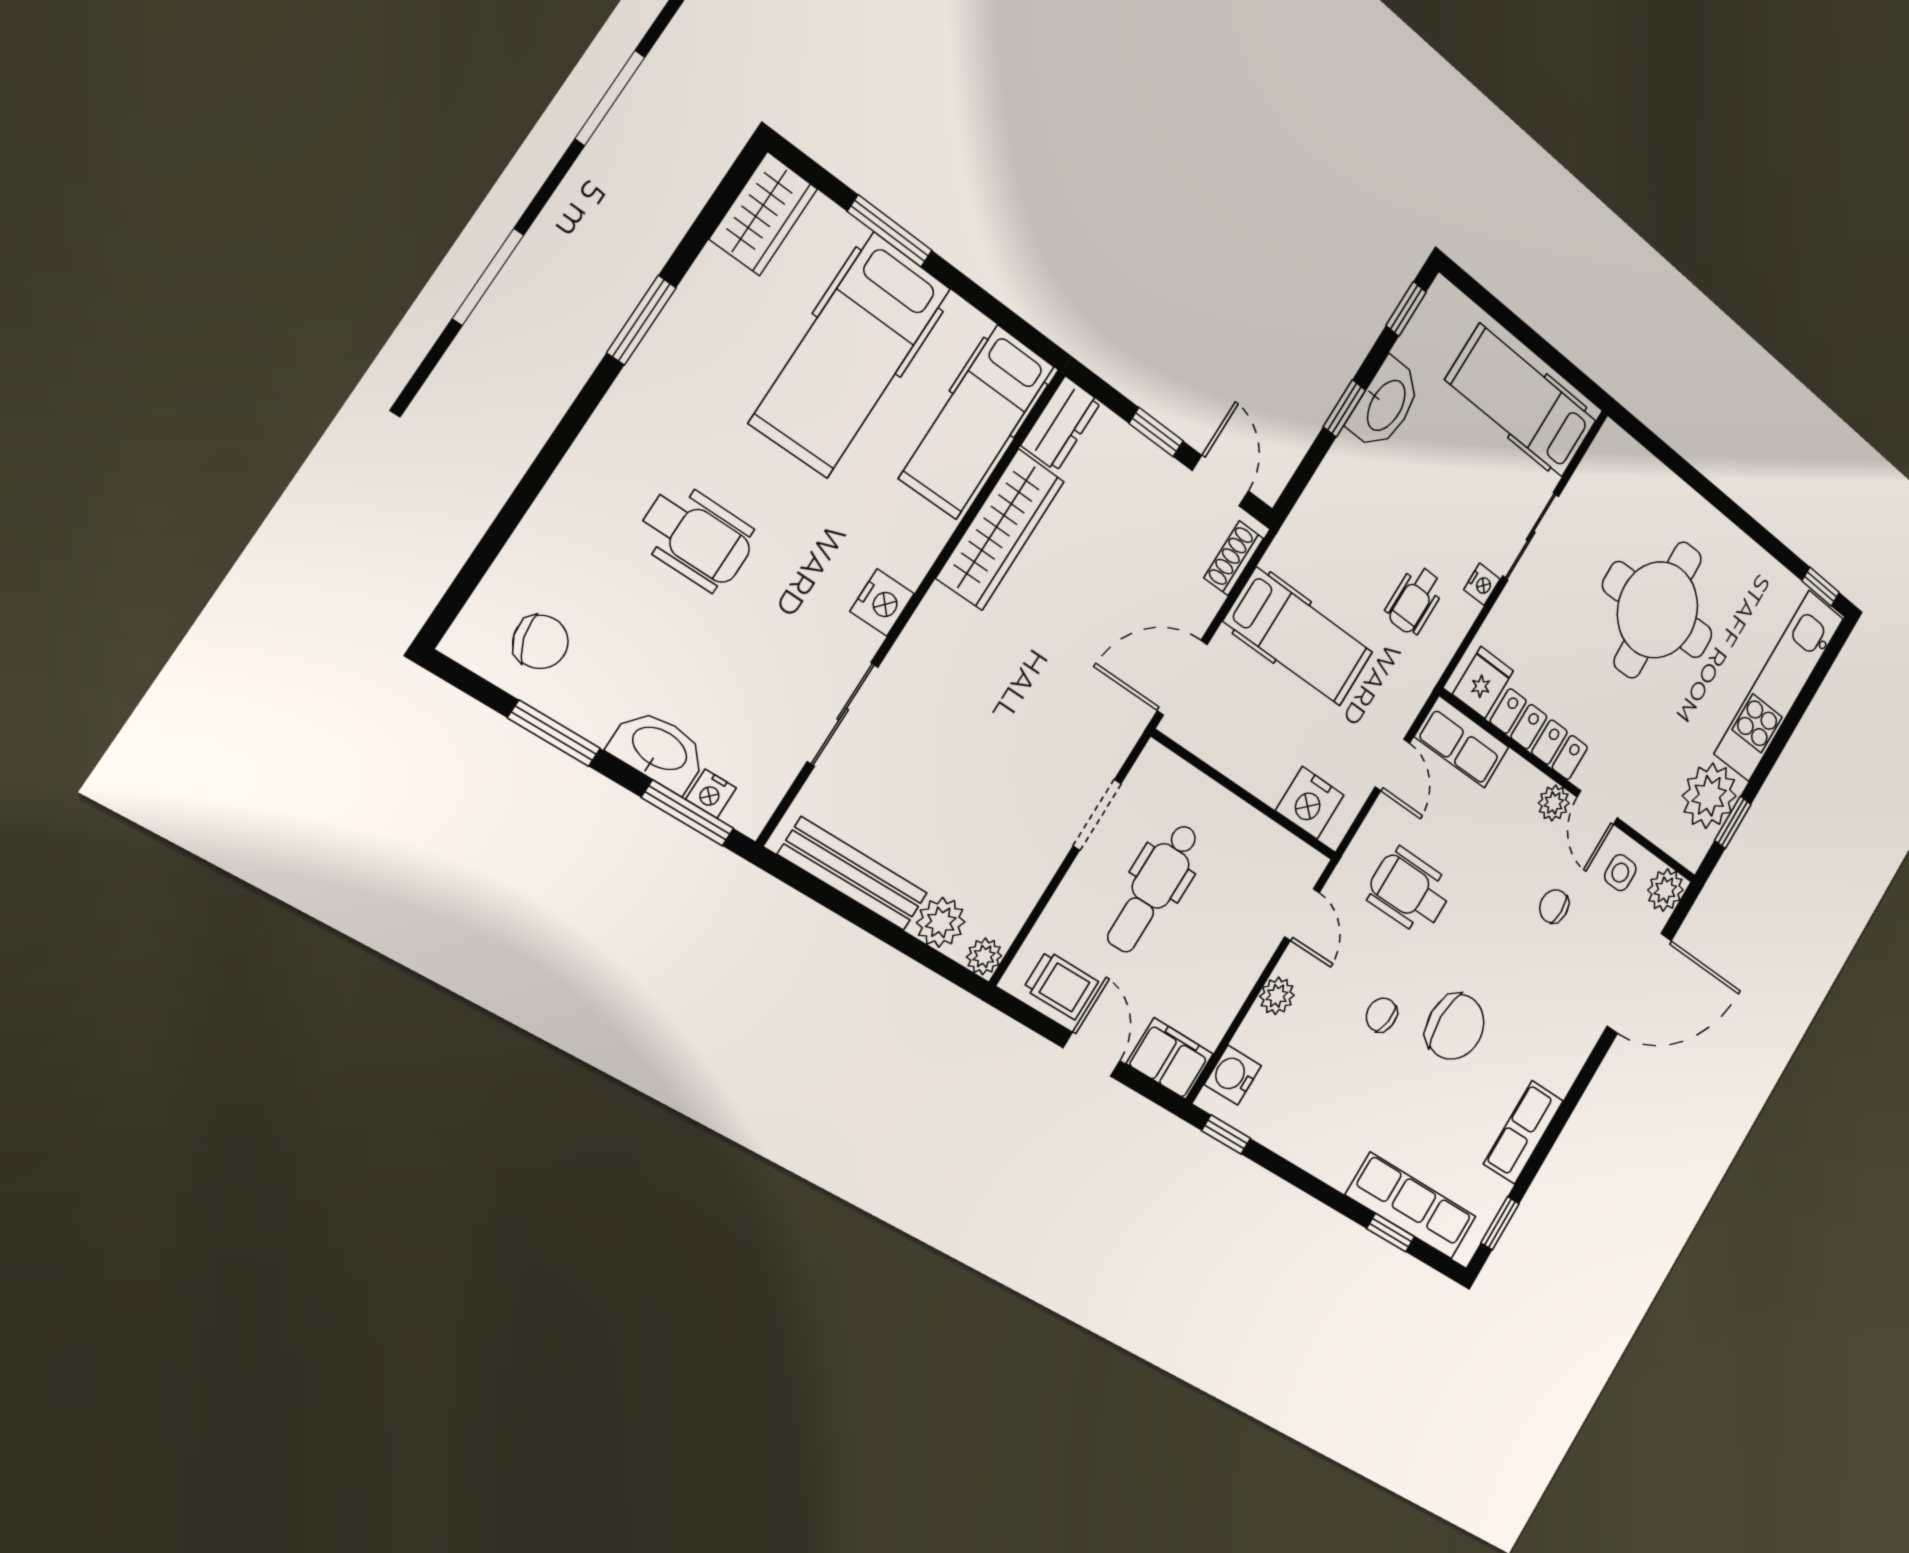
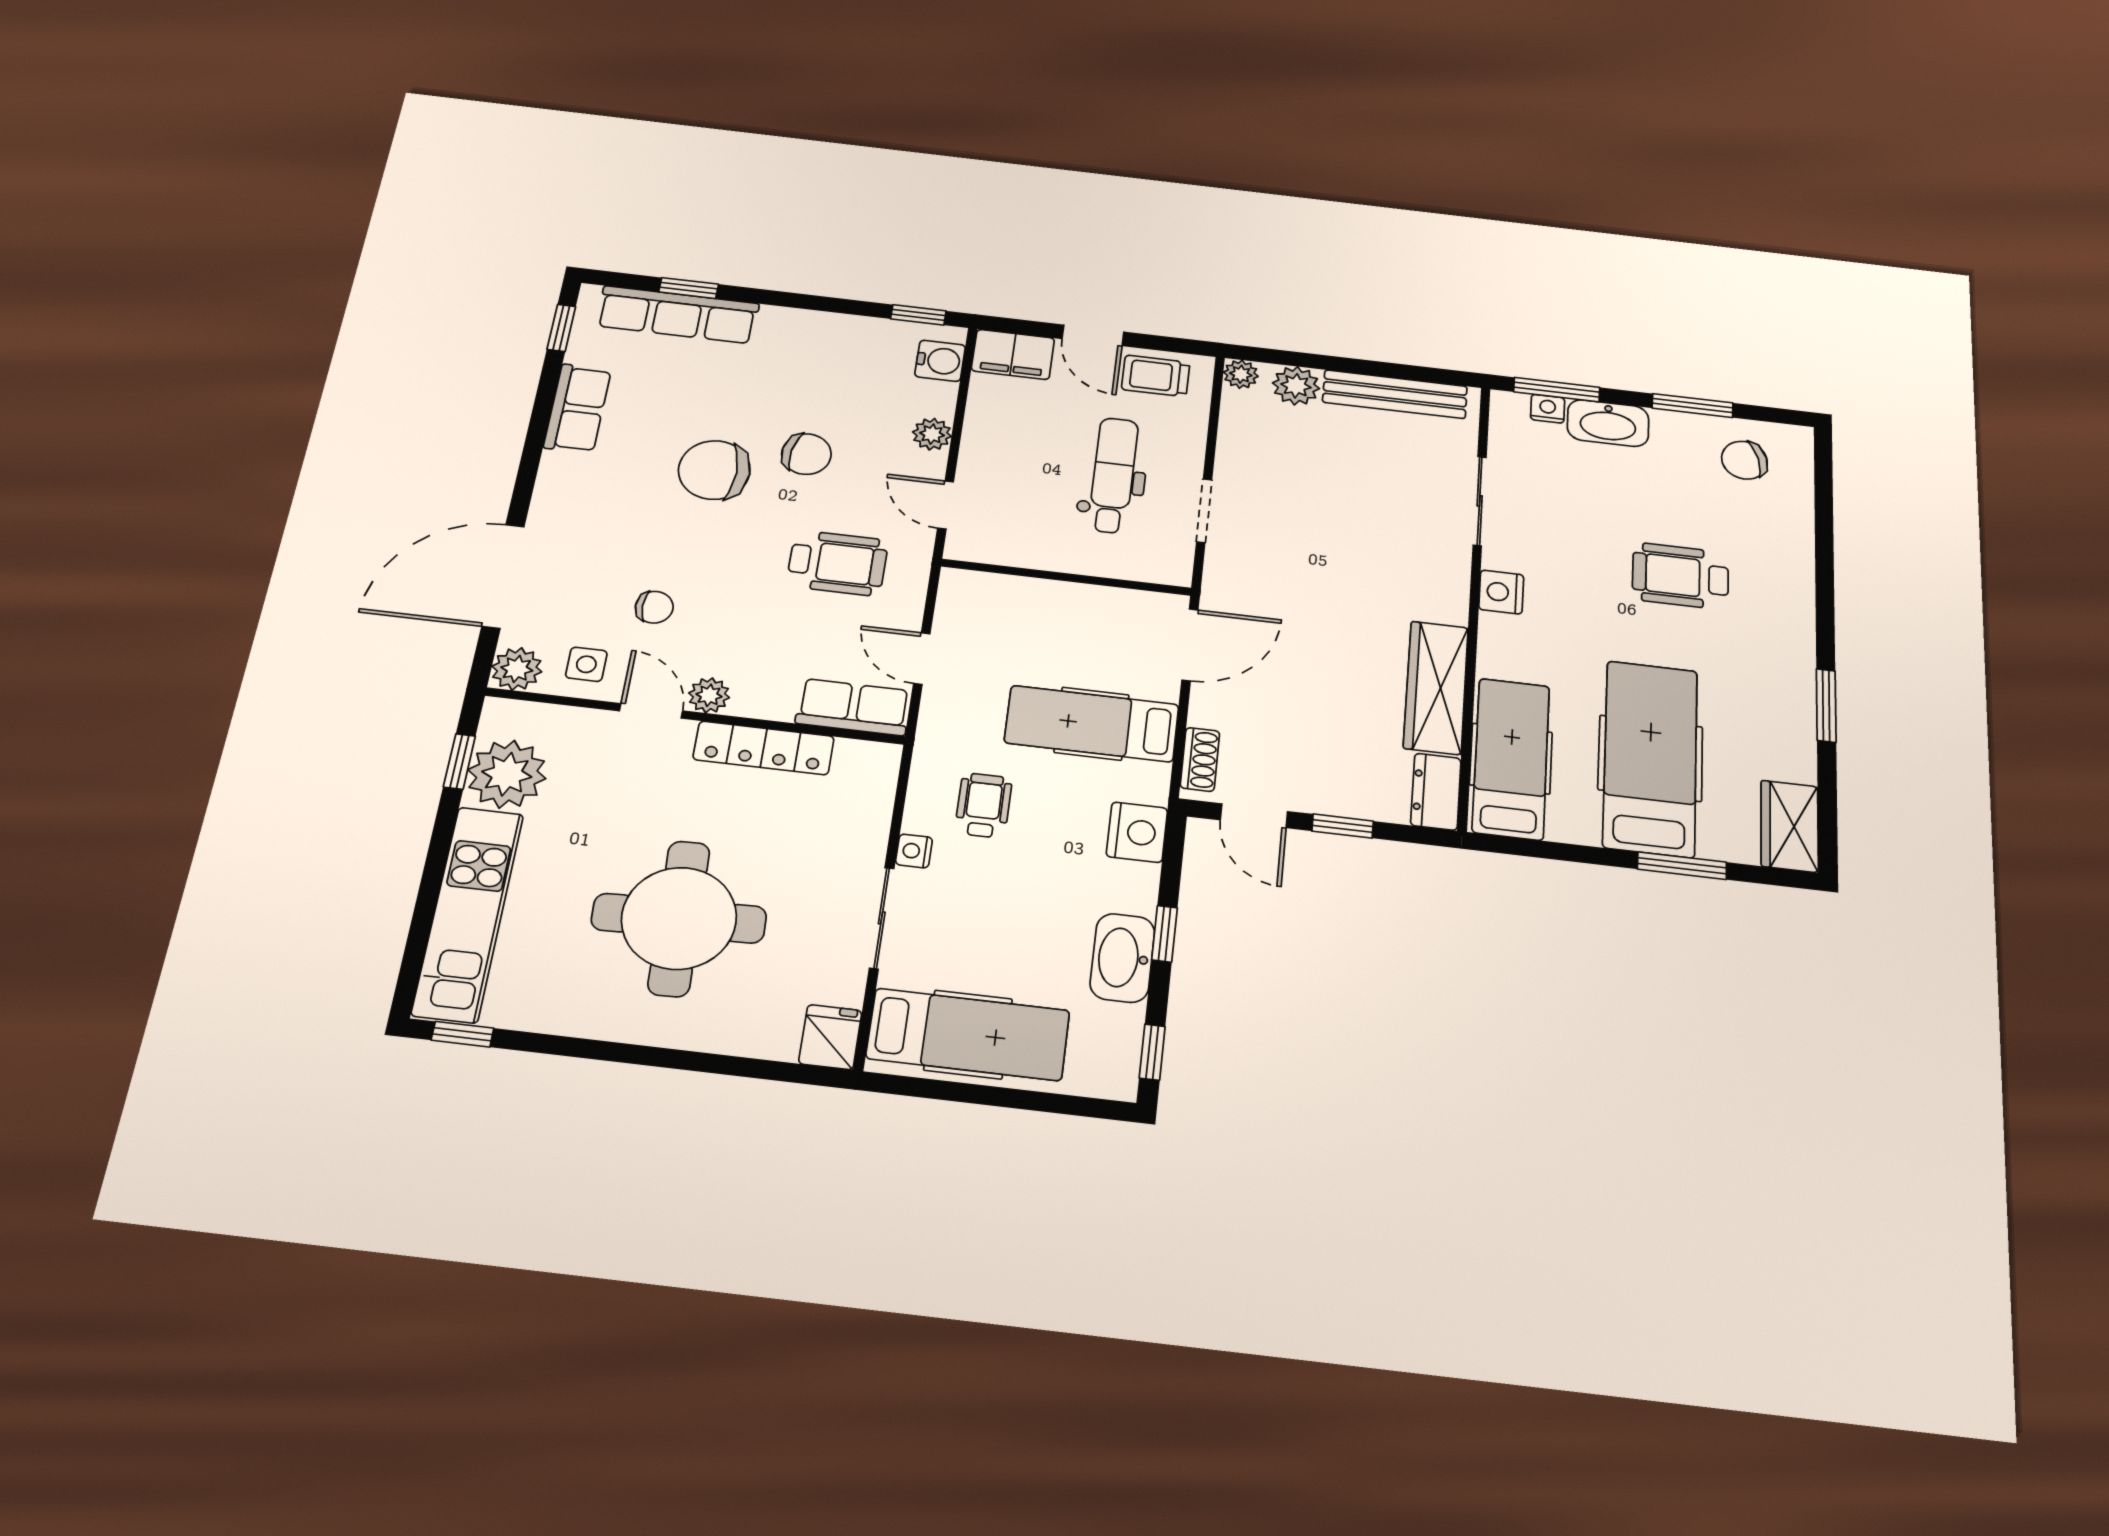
fridge: (1483, 682) -> (830, 1037), moved, turned 180
nightstand: (1310, 803) -> (1137, 832), moved, turned 90
chair: (1382, 1015) -> (806, 454), width x1.37, depth x1.37

